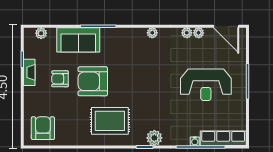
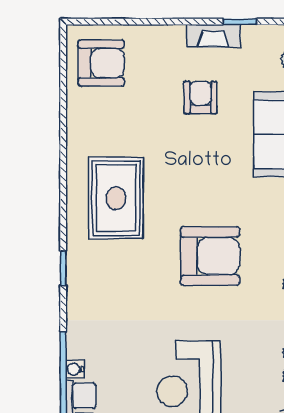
armchair: (93, 81) -> (210, 256), moved, turned 90
plant: (154, 138) -> (82, 288), removed

